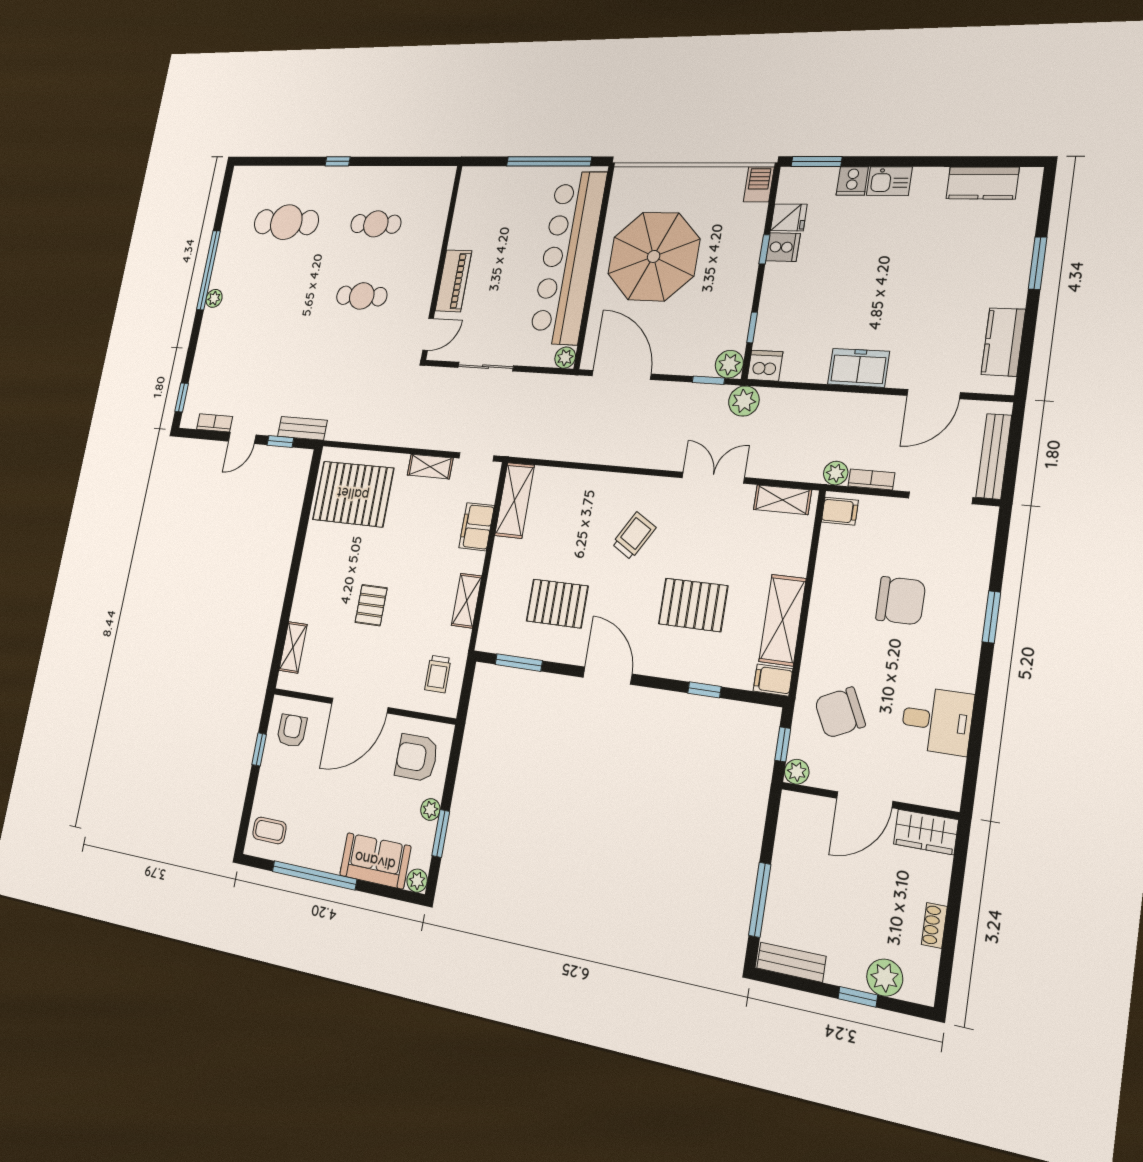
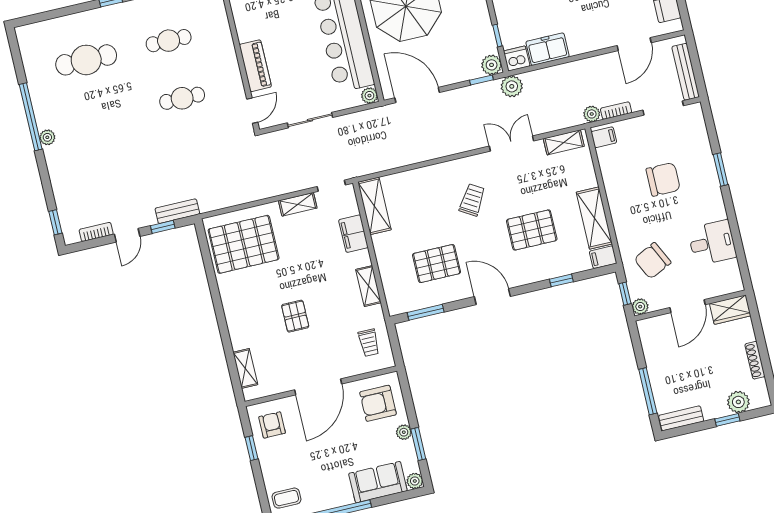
freezer: (859, 368) -> (548, 49), moved
shoe rack: (934, 925) -> (755, 360), width x1.43

